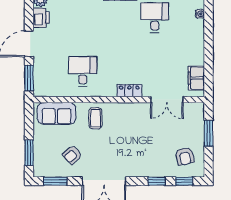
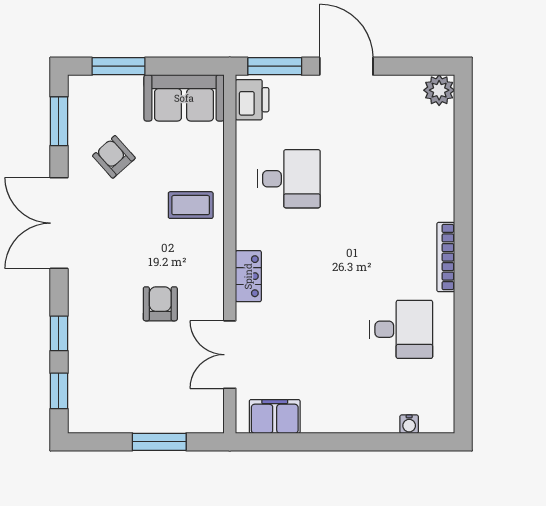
printer: (41, 18) -> (252, 100), moved, turned -90
sofa: (56, 113) -> (184, 98), moved, turned -90
armchair: (185, 156) -> (160, 304), moved, turned 102

